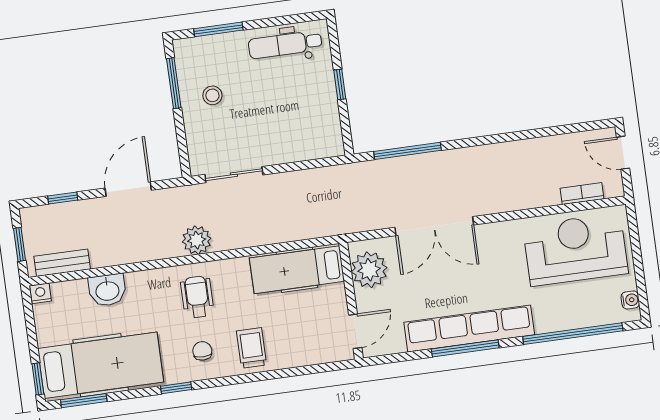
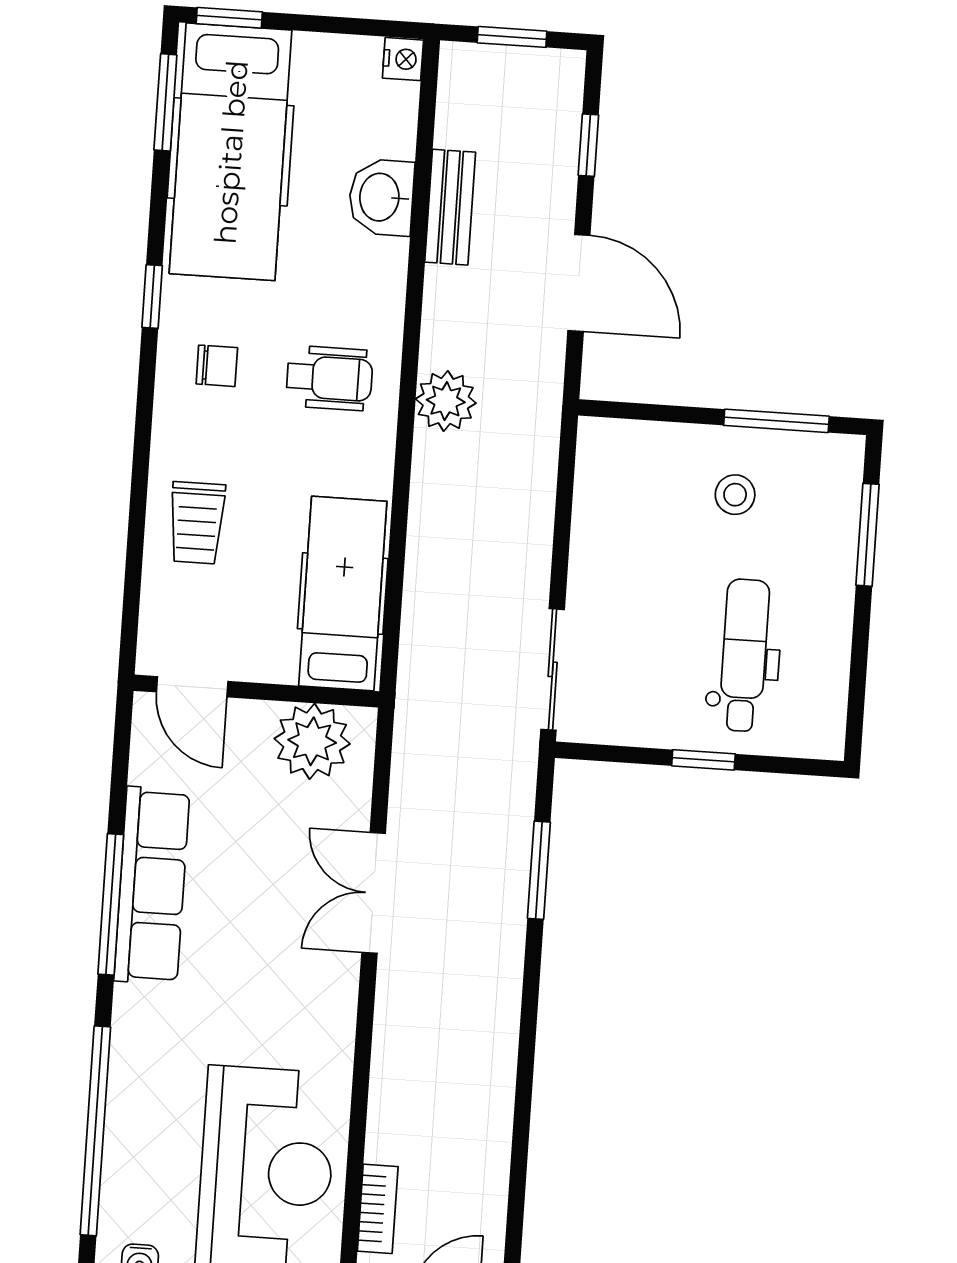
dental chair: (285, 45) -> (744, 655), moved
window: (408, 151) -> (539, 870), width x0.69
sliding door: (234, 175) -> (553, 669), moved
double door: (434, 226) -> (374, 893), width x0.73
bench: (62, 263) -> (450, 207), moved
row of seats: (469, 329) -> (152, 886), width x0.73
trolley: (252, 348) -> (197, 523), moved, turned 90

